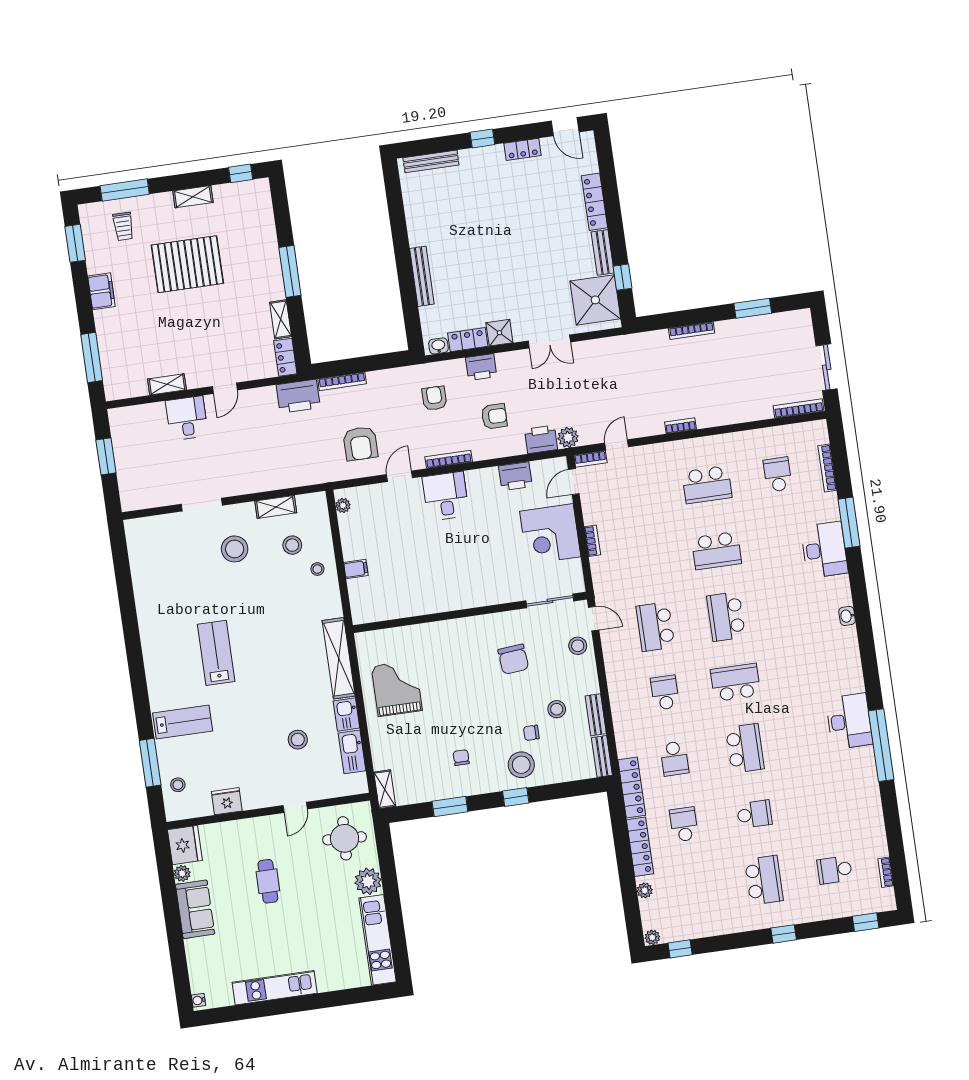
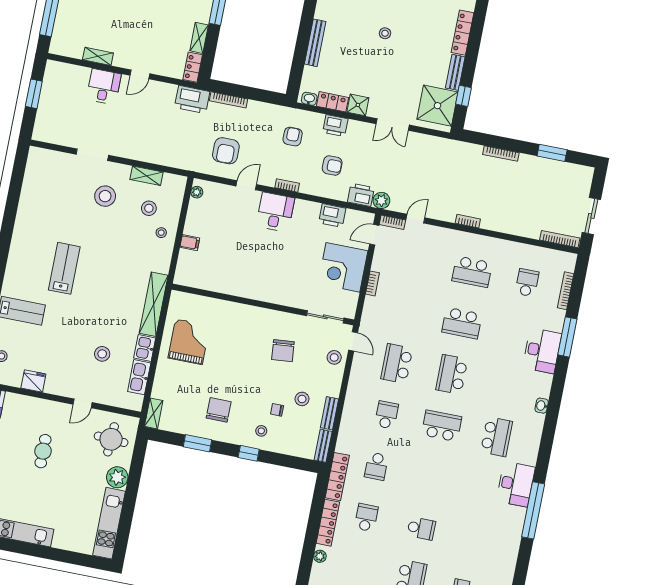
stool: (502, 235) -> (385, 33), added
bookcase: (449, 459) -> (287, 185), width x0.64
school desk: (745, 748) -> (497, 437), moved
chair: (461, 758) -> (219, 410), width x1.87, depth x1.87
stool: (521, 765) -> (261, 431), width x0.53, depth x0.53

